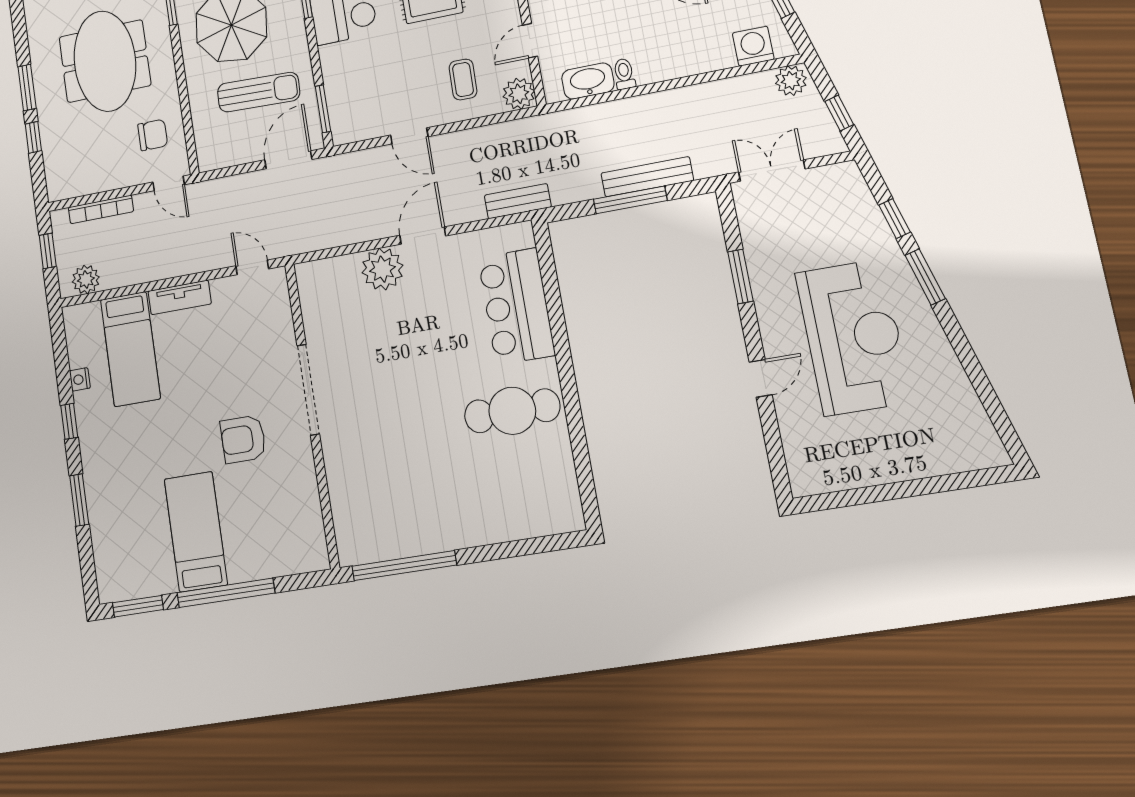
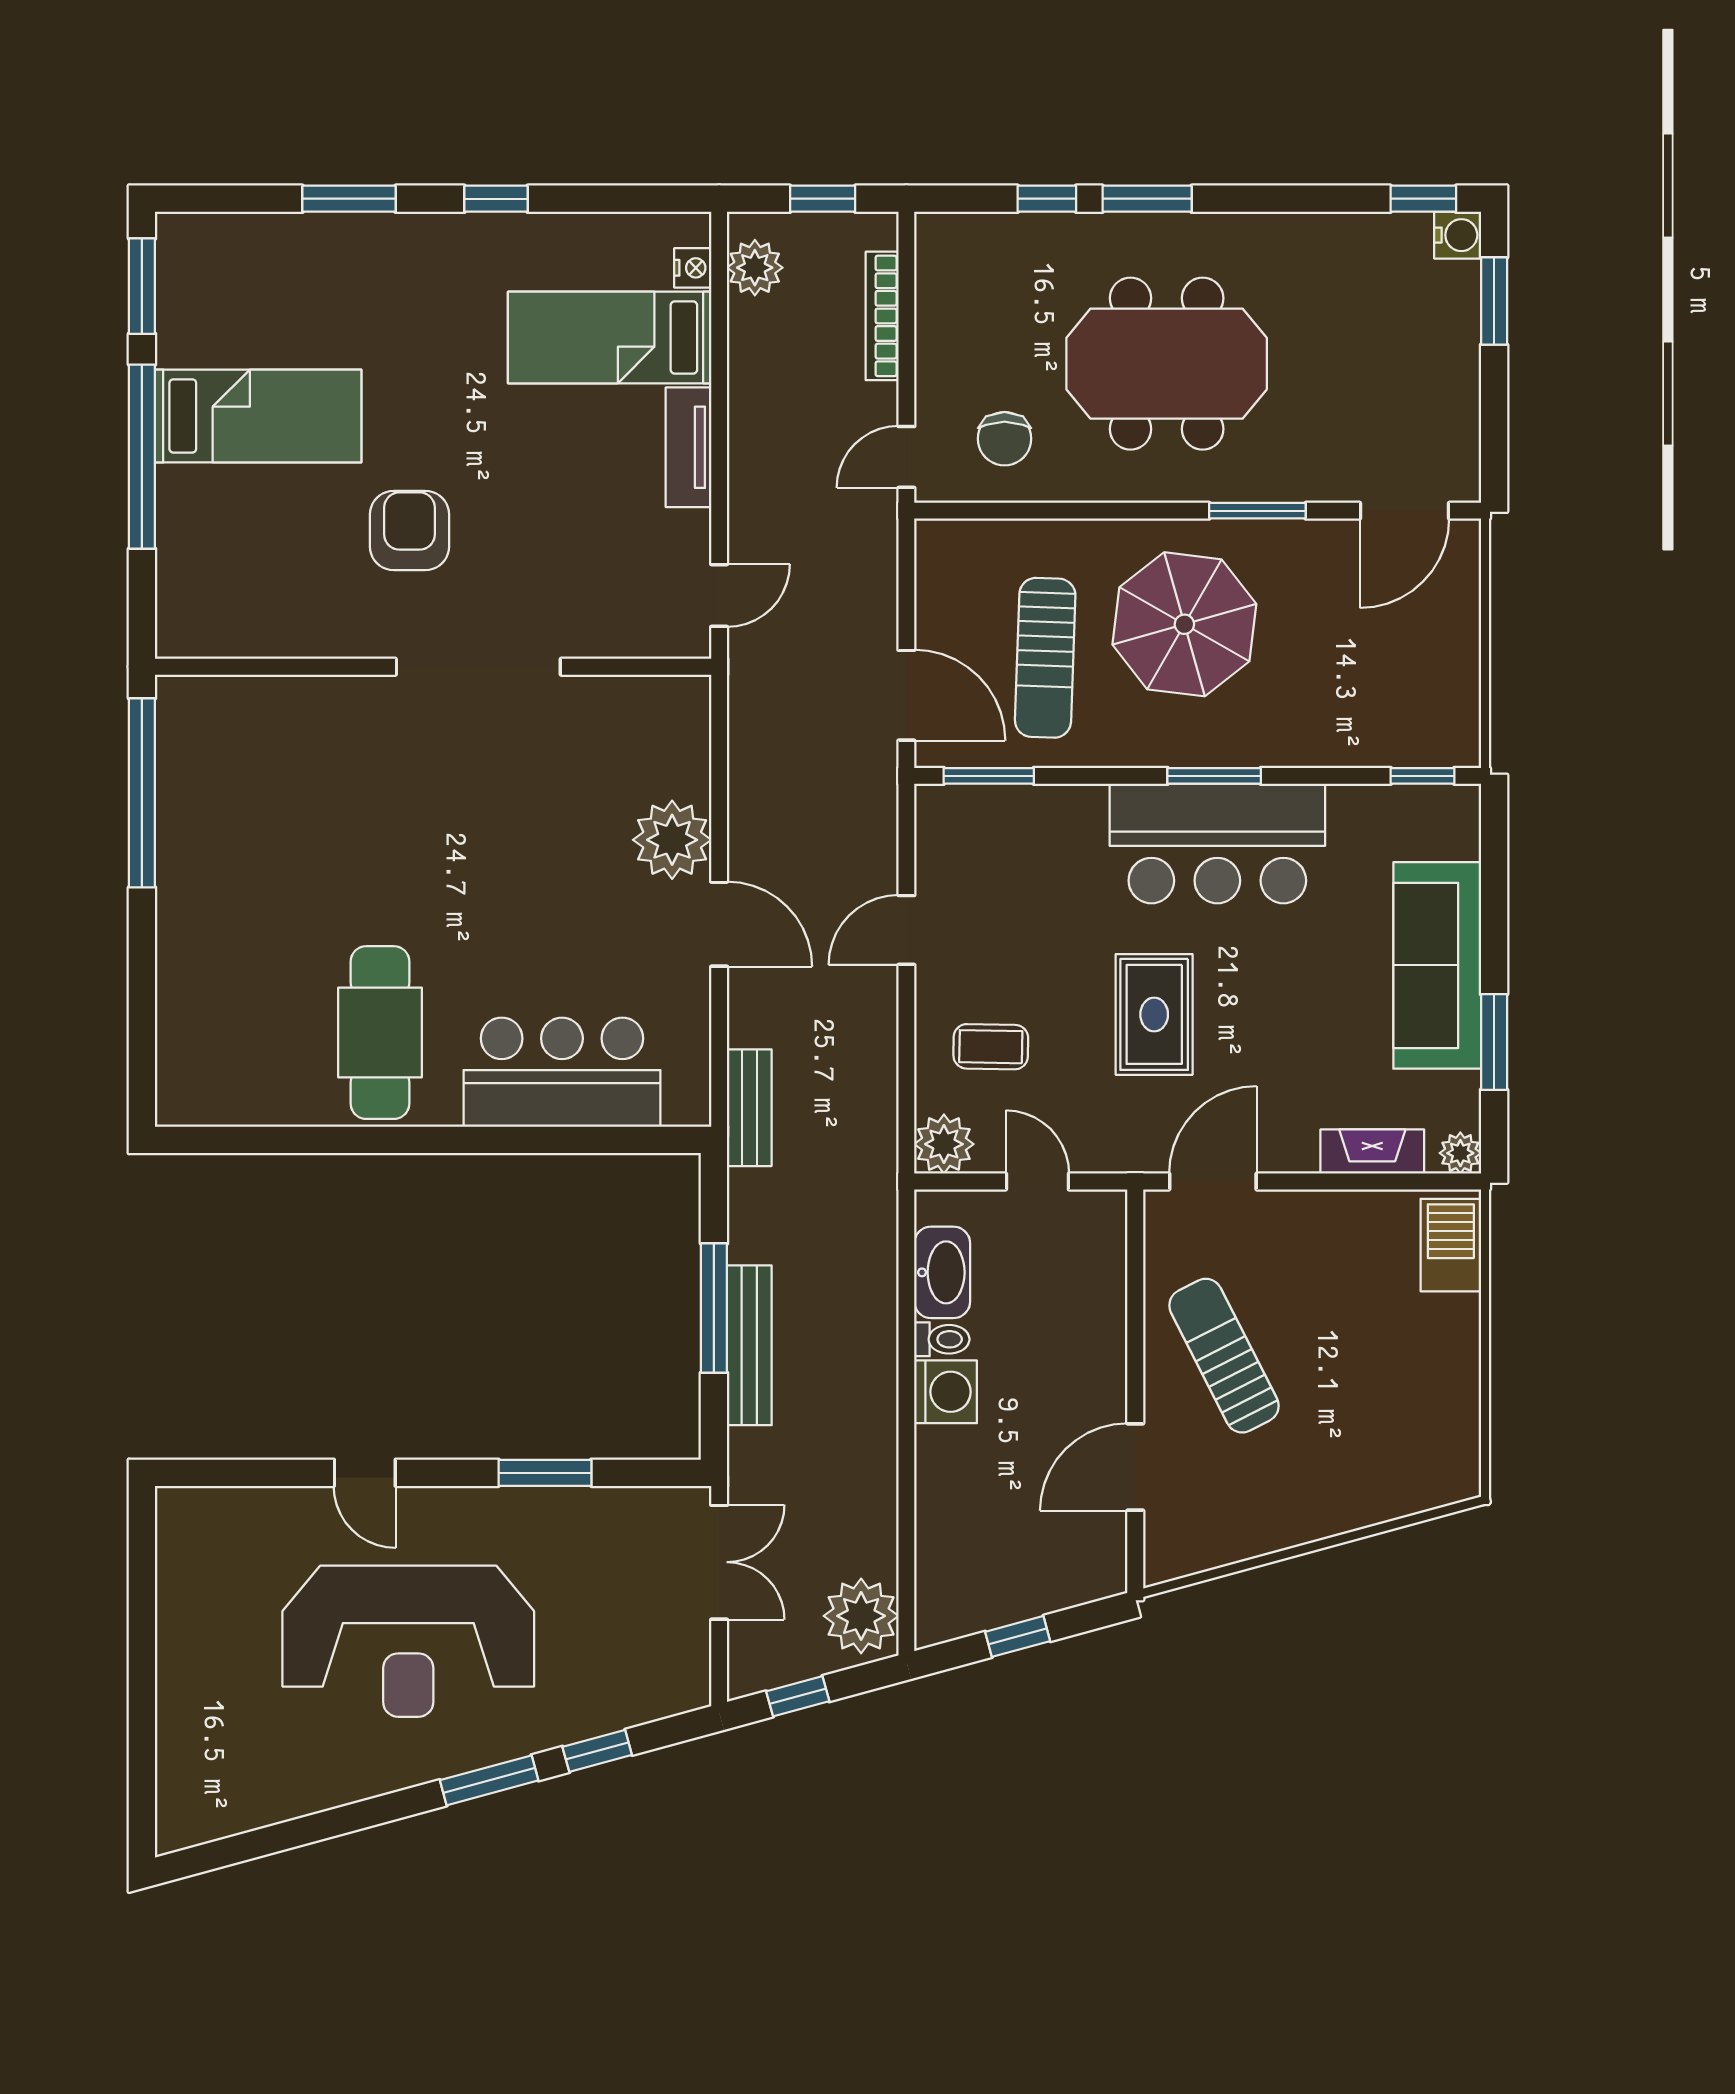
washing machine: (753, 46) -> (946, 1392), moved
plant: (791, 81) -> (861, 1616), width x1.36, depth x1.36
nightstand: (80, 379) -> (693, 268), moved, turned 90

